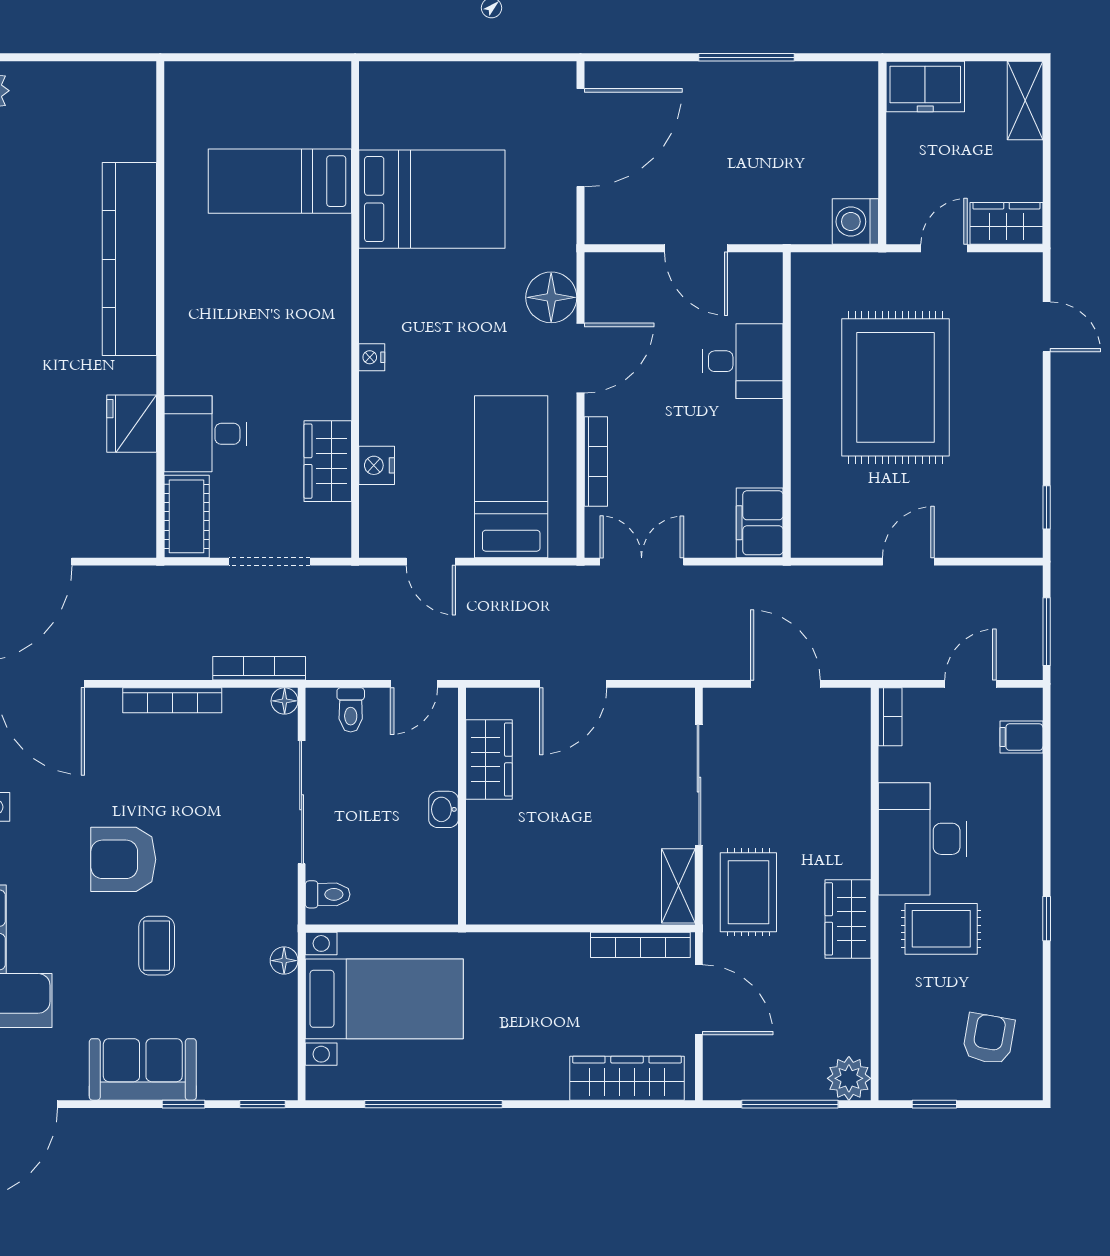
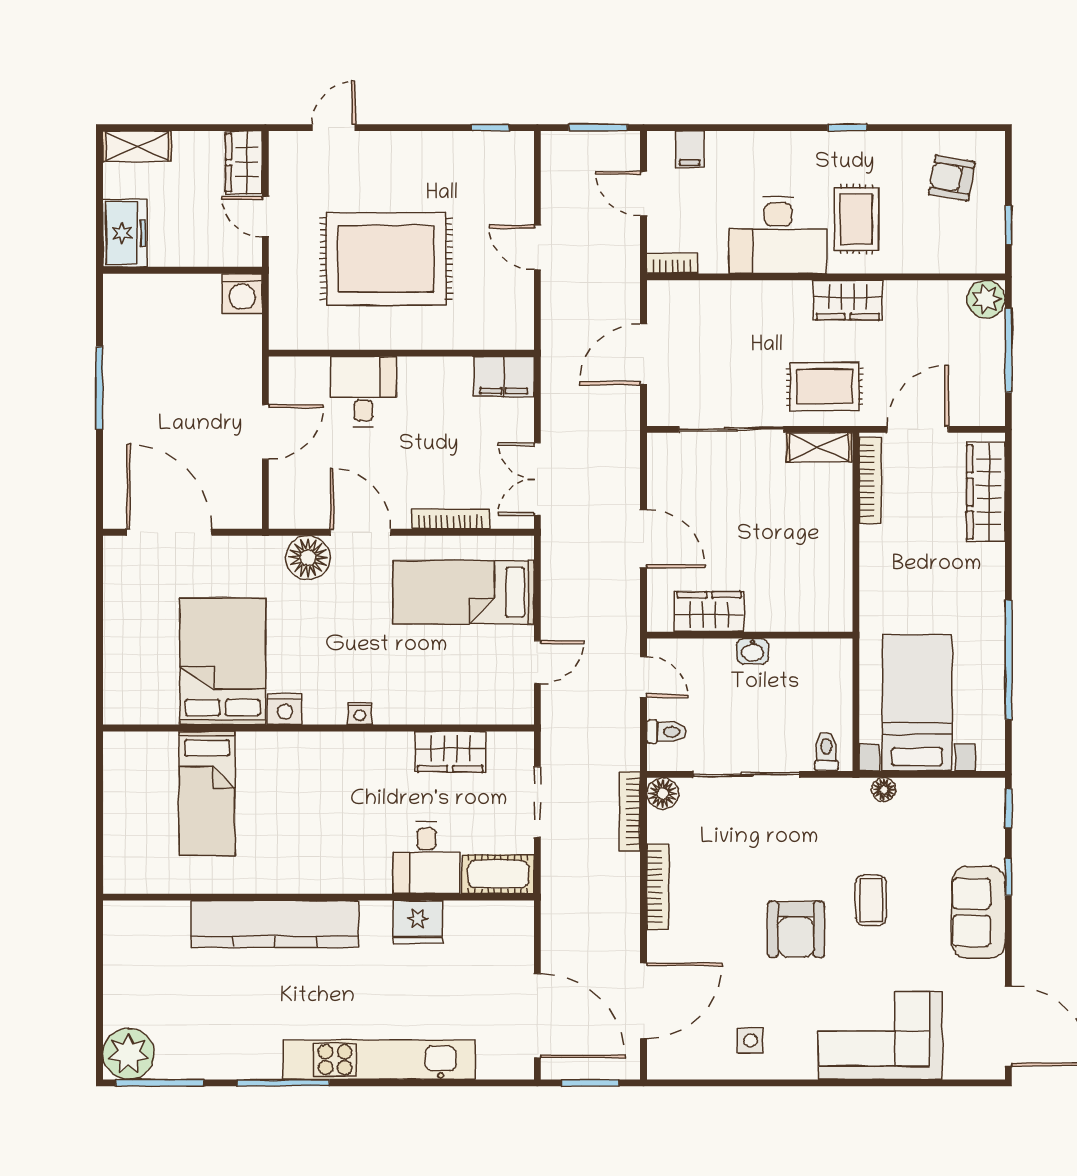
nightstand: (377, 465) -> (285, 709), moved
floor lamp: (285, 701) -> (663, 794), width x1.37, depth x1.37
coffee table: (157, 946) -> (871, 900), turned 90

